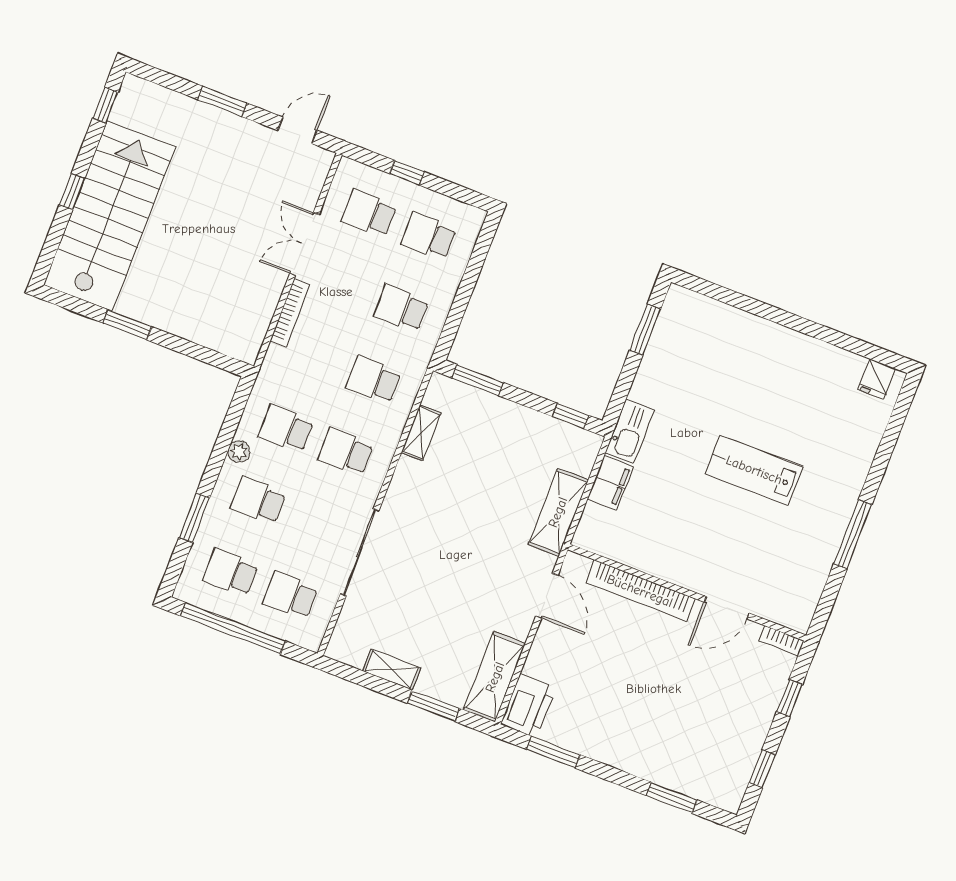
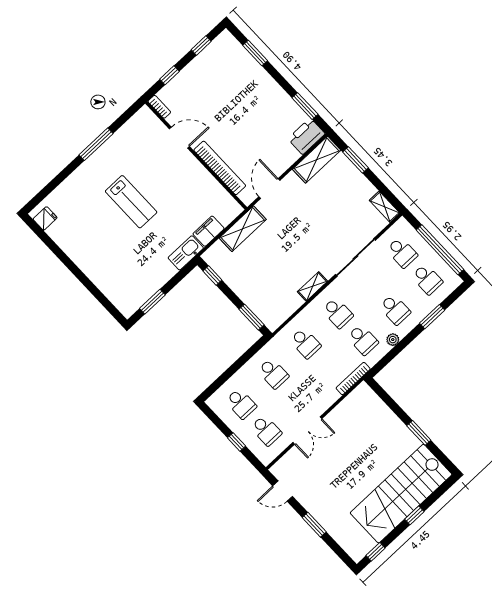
bookcase: (290, 313) -> (353, 379), moved
shelving: (421, 433) -> (312, 286), moved
shelving: (392, 669) -> (385, 207), moved

